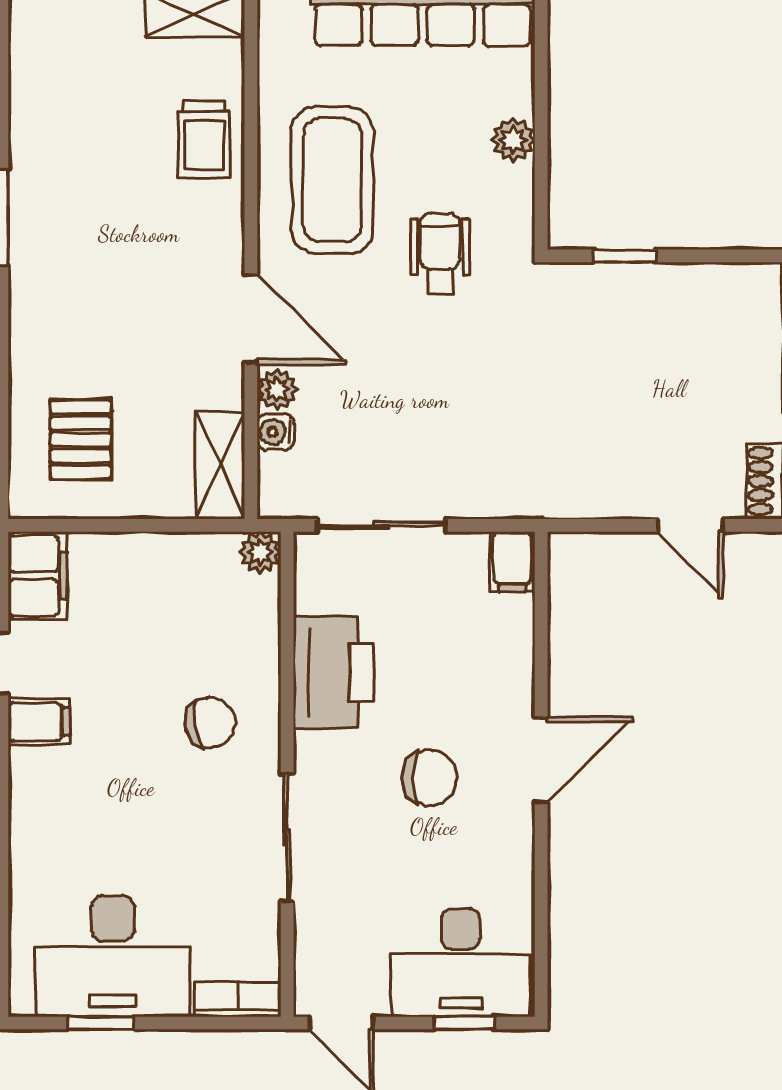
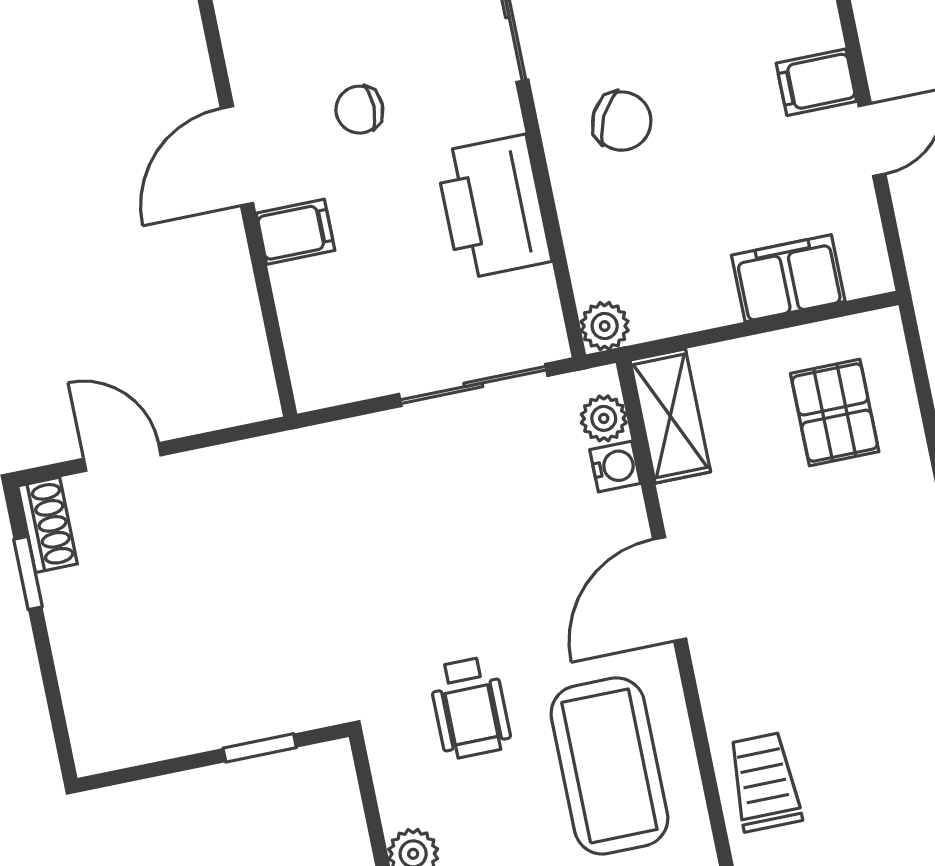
door: (251, 319) -> (670, 589), hinge flipped
plant: (277, 389) -> (604, 418), moved
filing cabinet: (512, 562) -> (296, 232), moved, turned 90
filing cabinet: (38, 576) -> (788, 278), moved, turned 90
chair: (210, 723) -> (622, 121), turned -144
chair: (430, 778) -> (359, 110), width x0.73, depth x0.73

